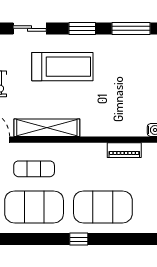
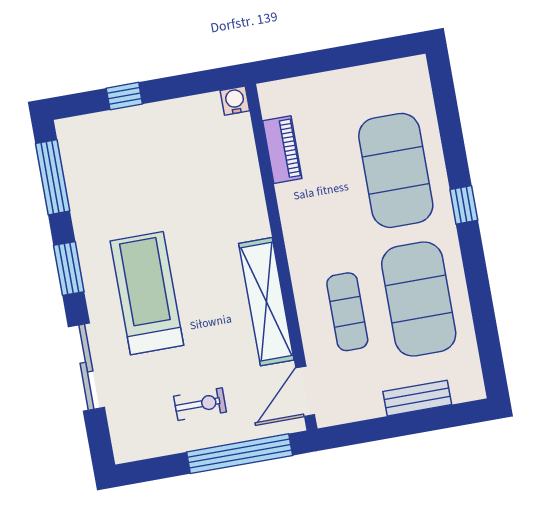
sliding door: (30, 28) -> (86, 367), width x1.37

